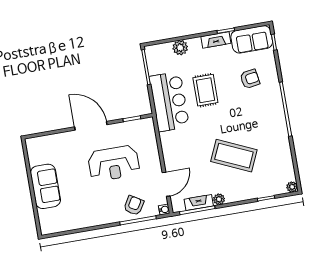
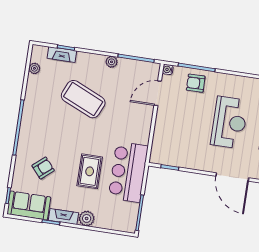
plant: (180, 48) -> (87, 218), moved
armchair: (250, 79) -> (43, 168), turned 148
door: (91, 126) -> (232, 177), moved
reception desk: (114, 163) -> (229, 123), moved, turned 90
plant: (292, 187) -> (34, 68), moved
fireplace: (199, 203) -> (62, 55), moved
armchair: (134, 205) -> (196, 83), turned 58

